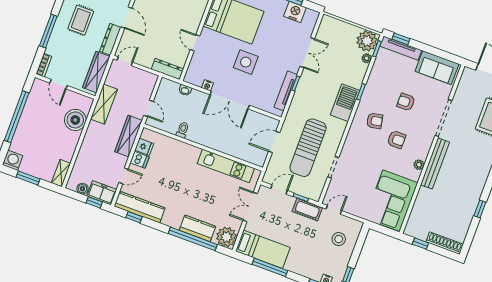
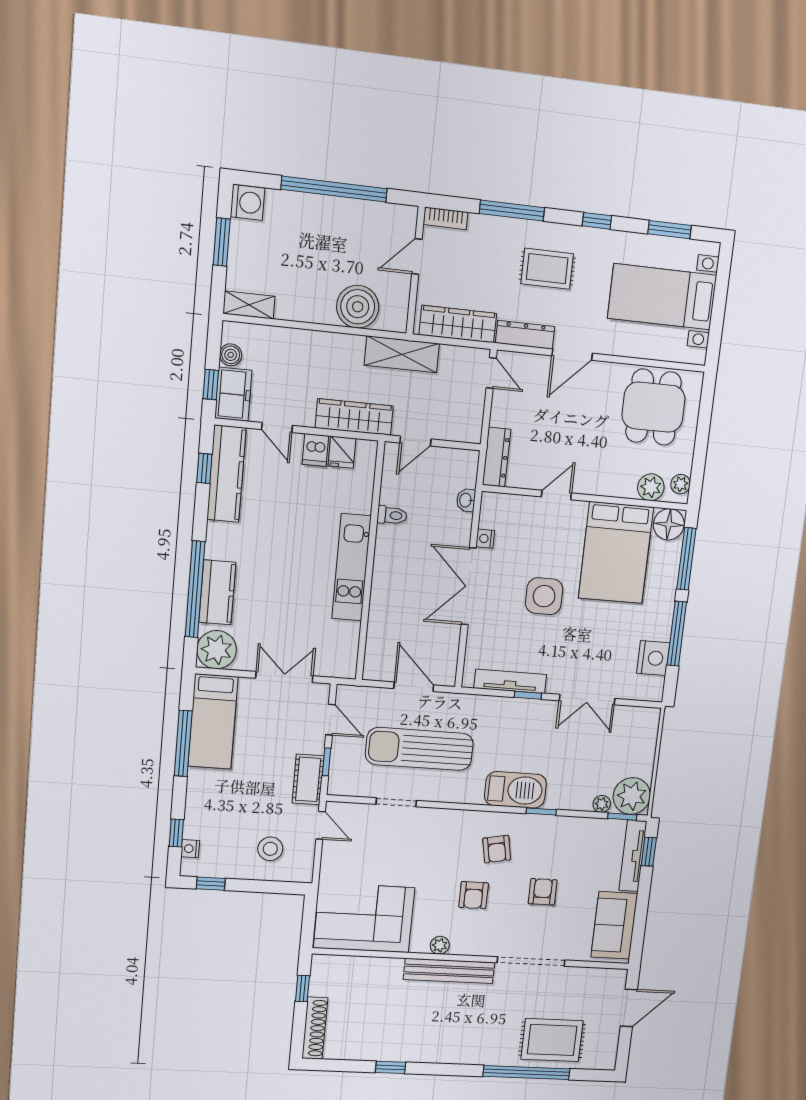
kitchen unit: (226, 166) -> (351, 567), moved

